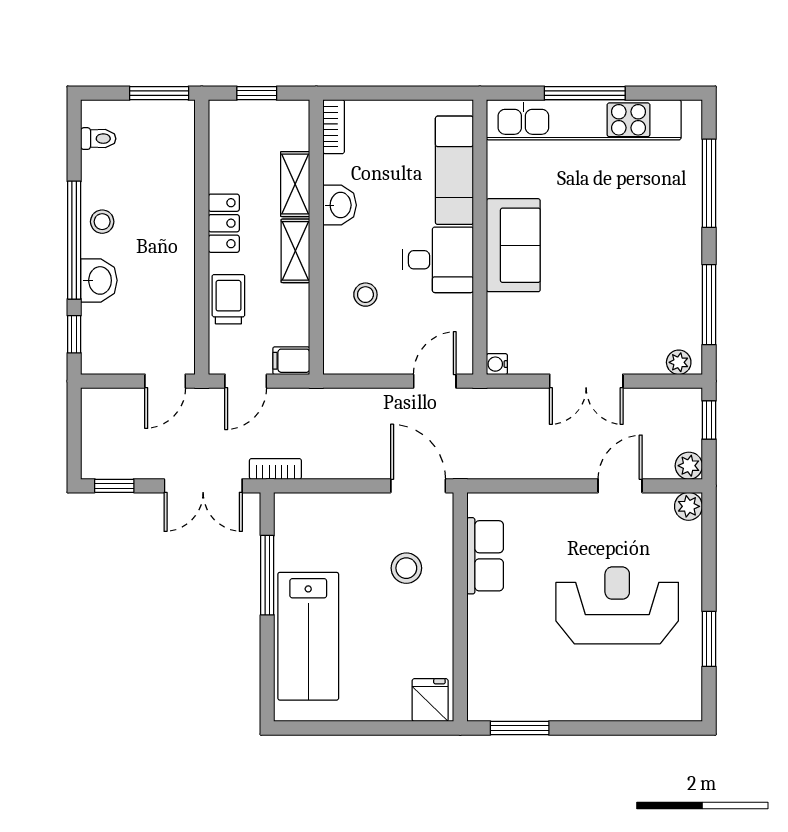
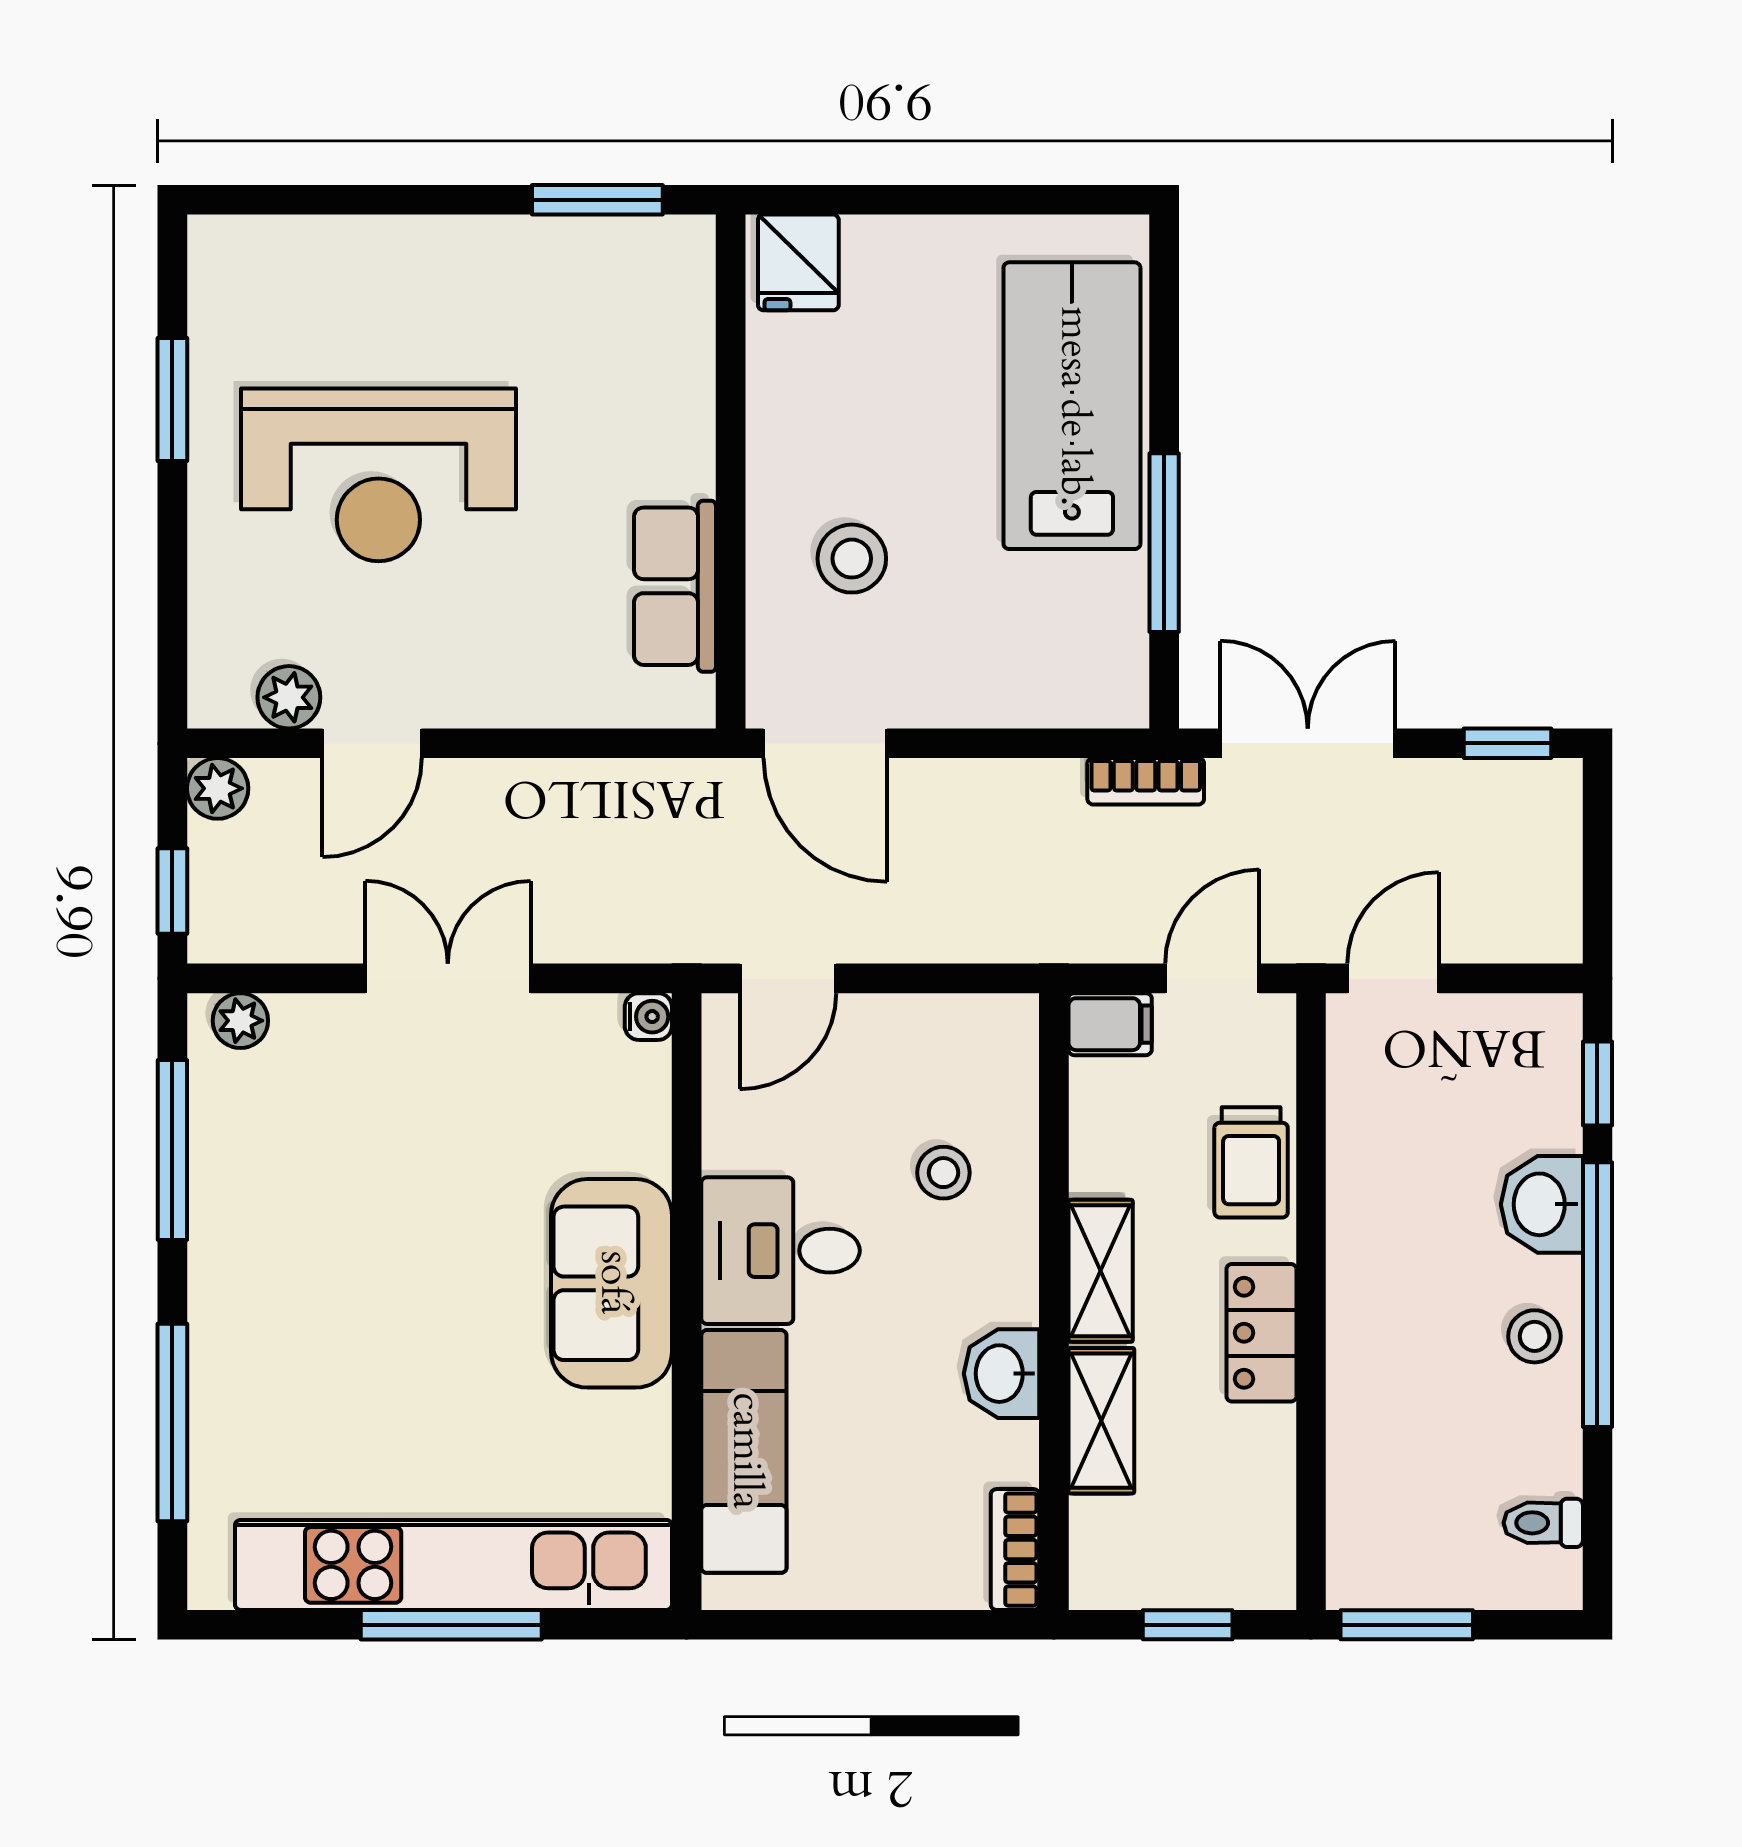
plant: (688, 506) -> (289, 697), moved

